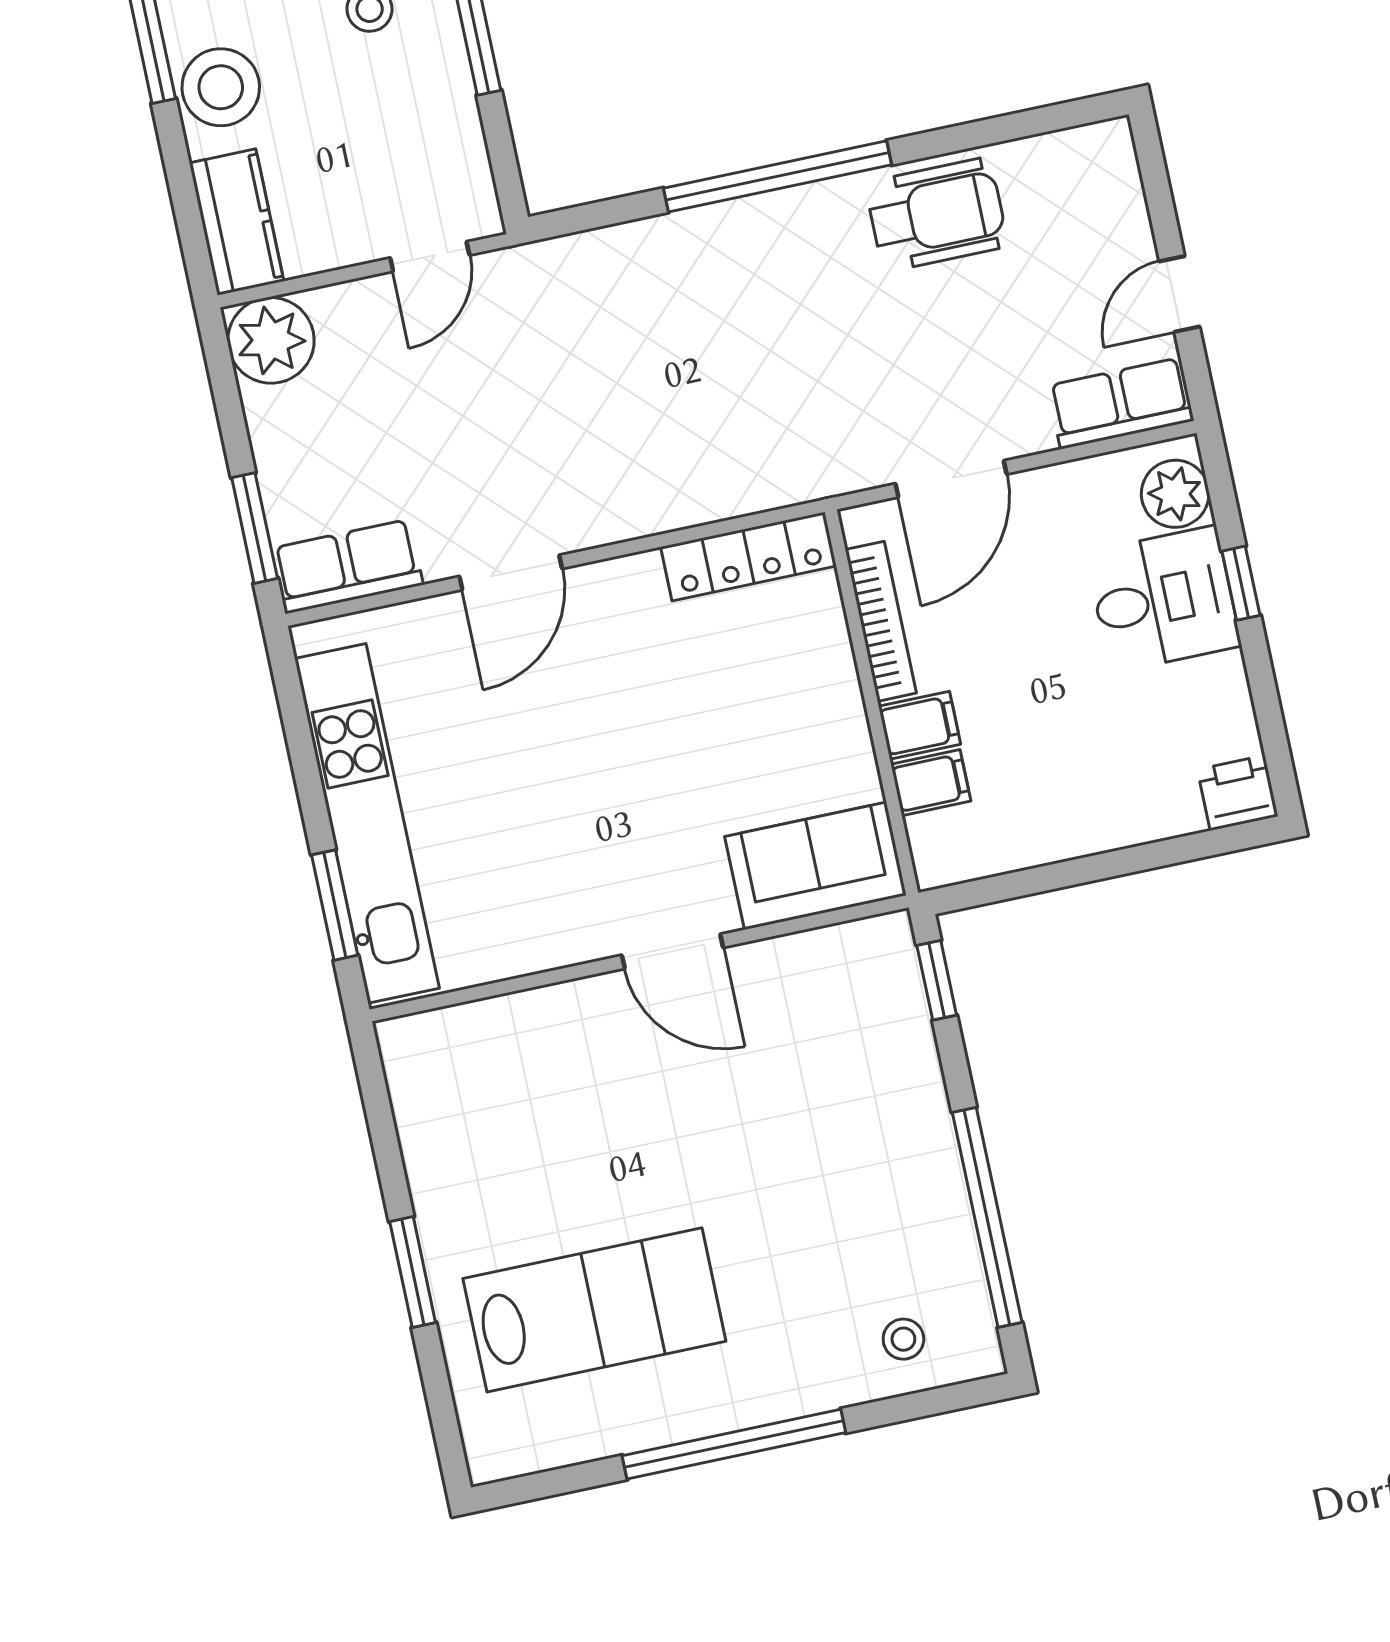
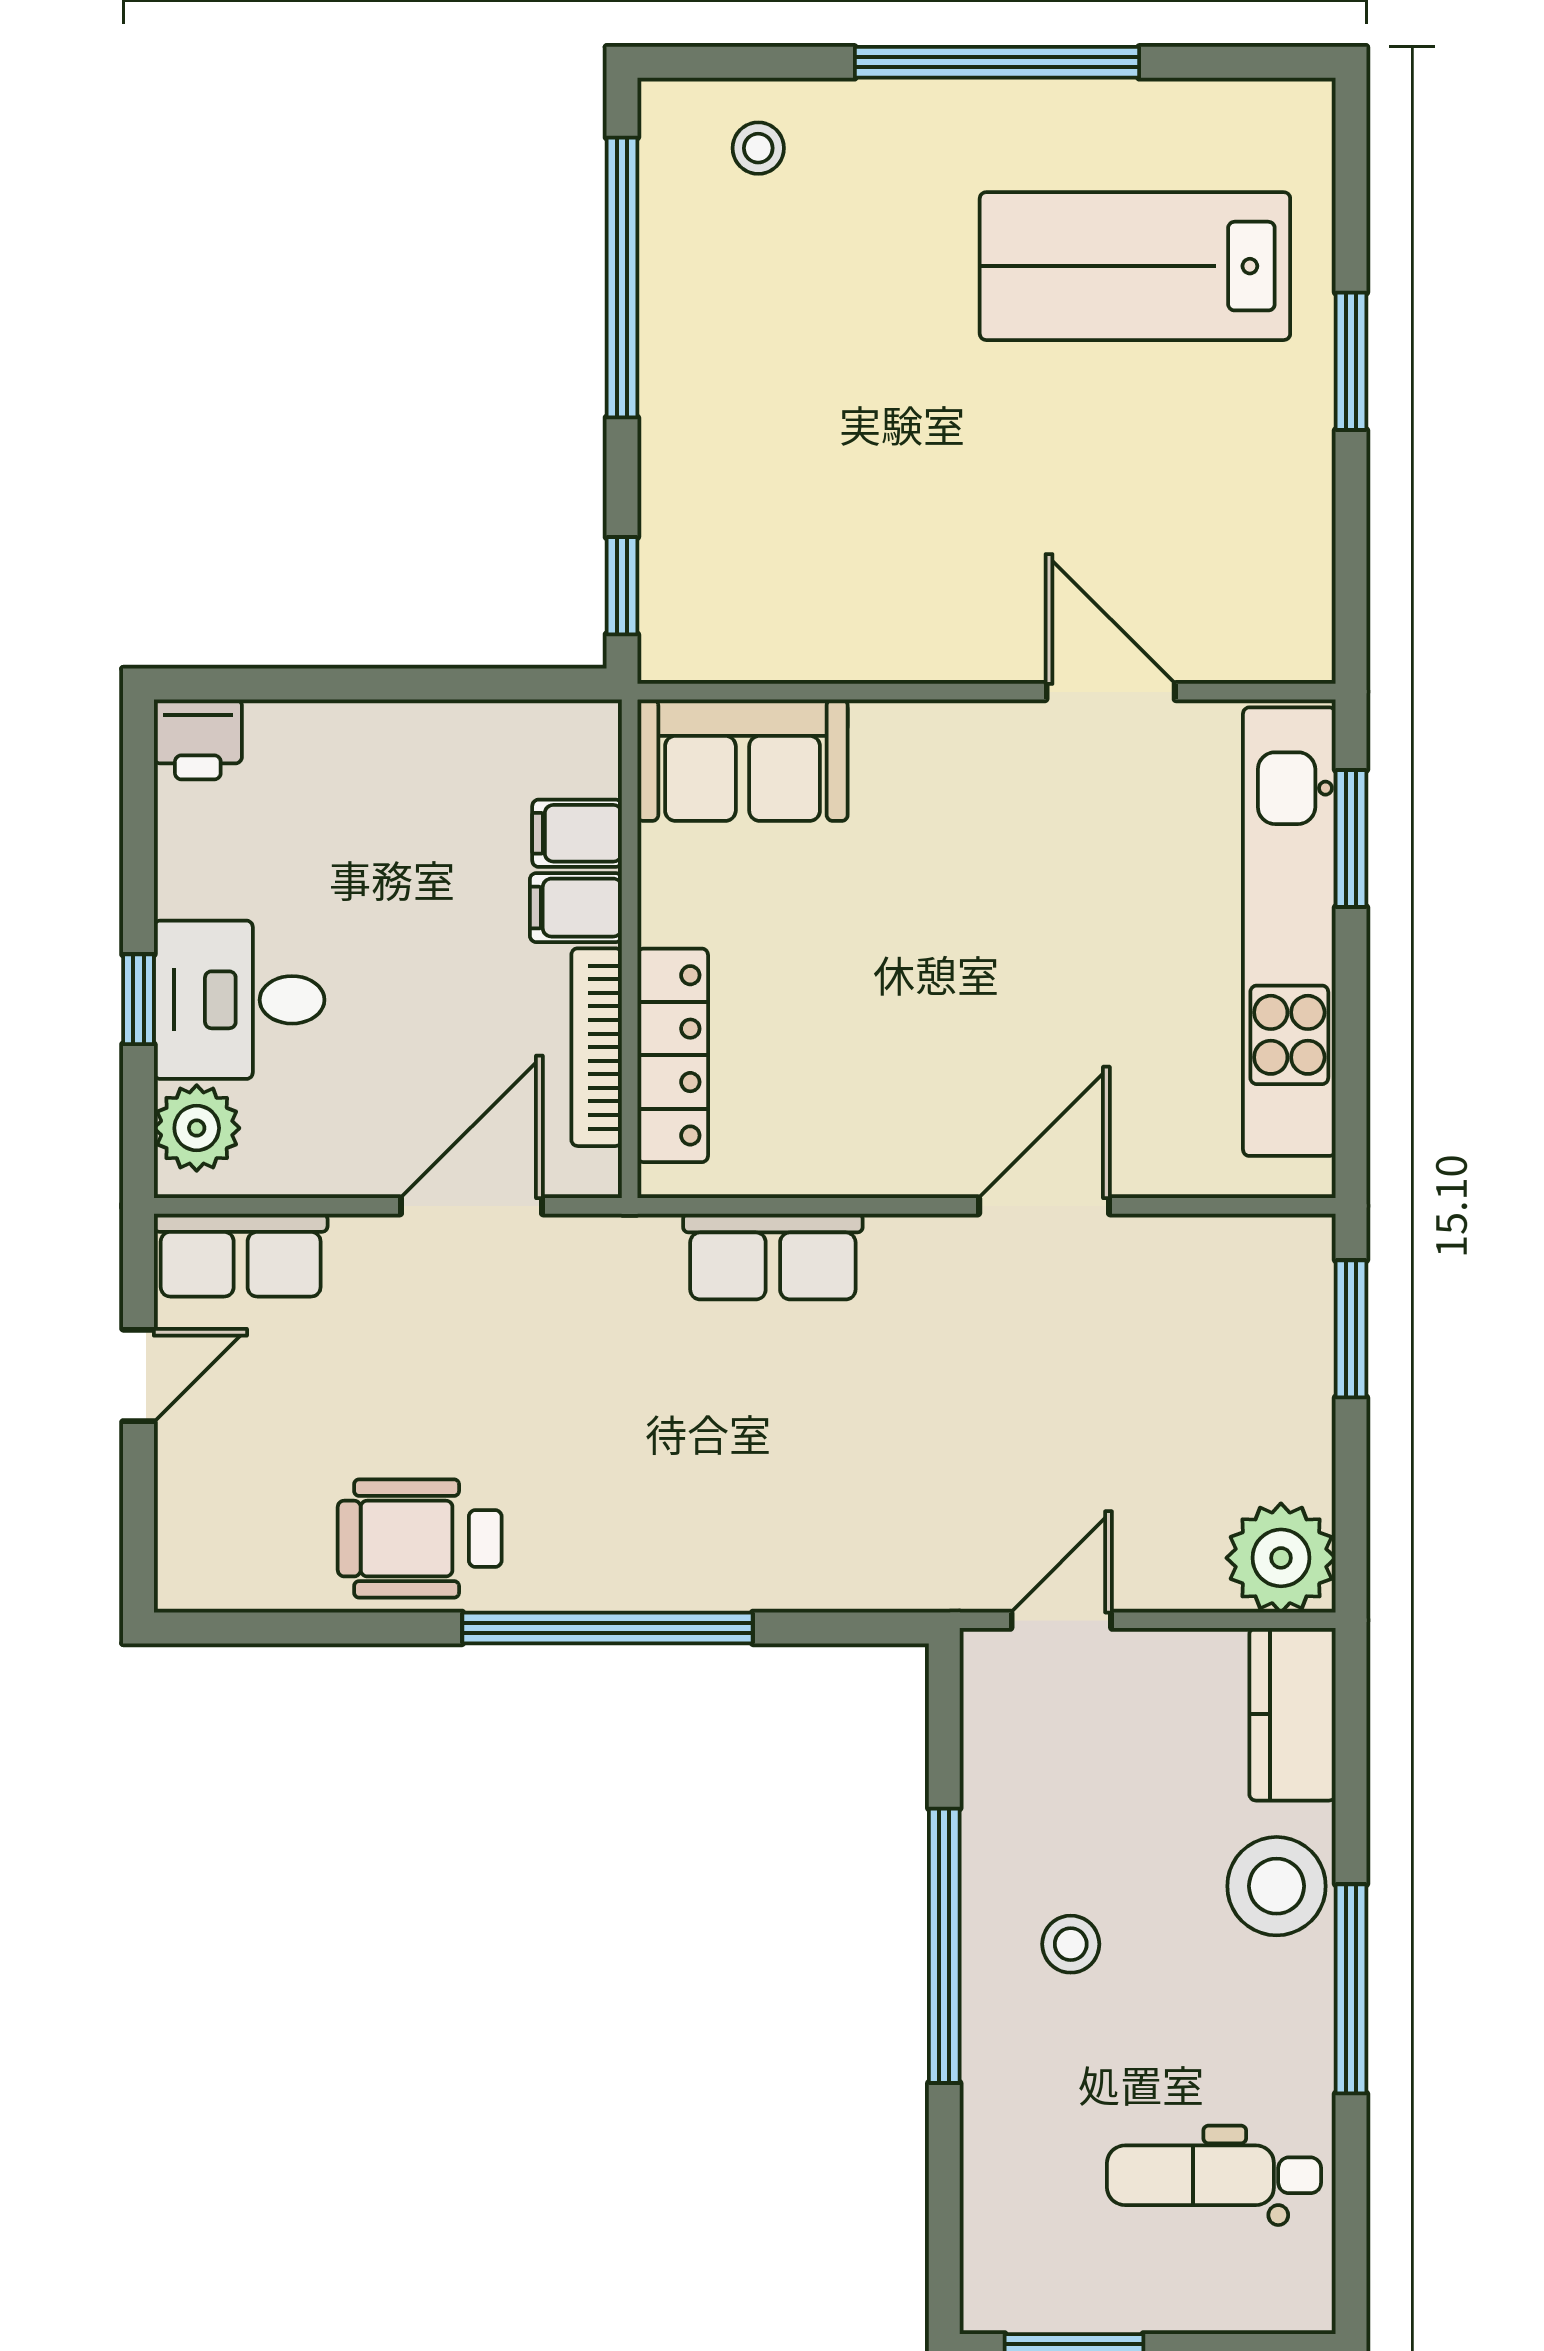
locker: (748, 556) -> (673, 1055), moved, turned 90
row of seats: (347, 566) -> (773, 1256), moved
door: (672, 951) -> (1111, 692), moved

